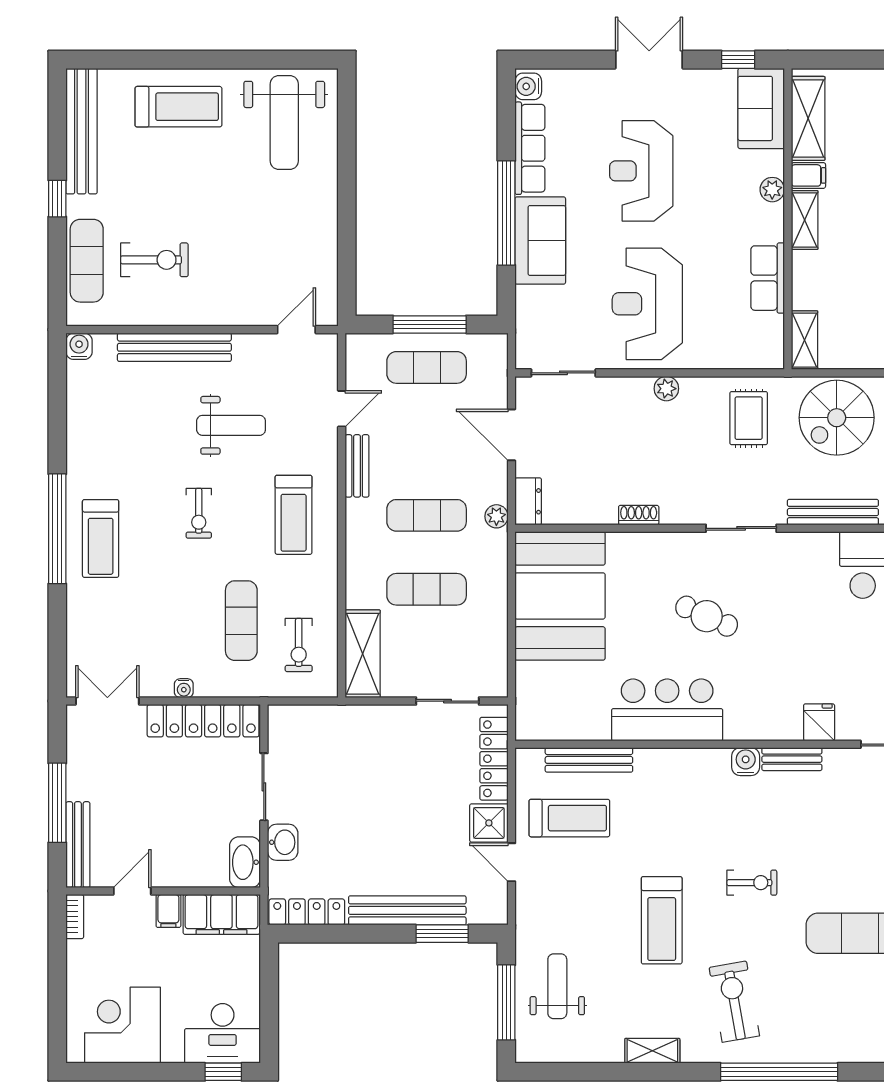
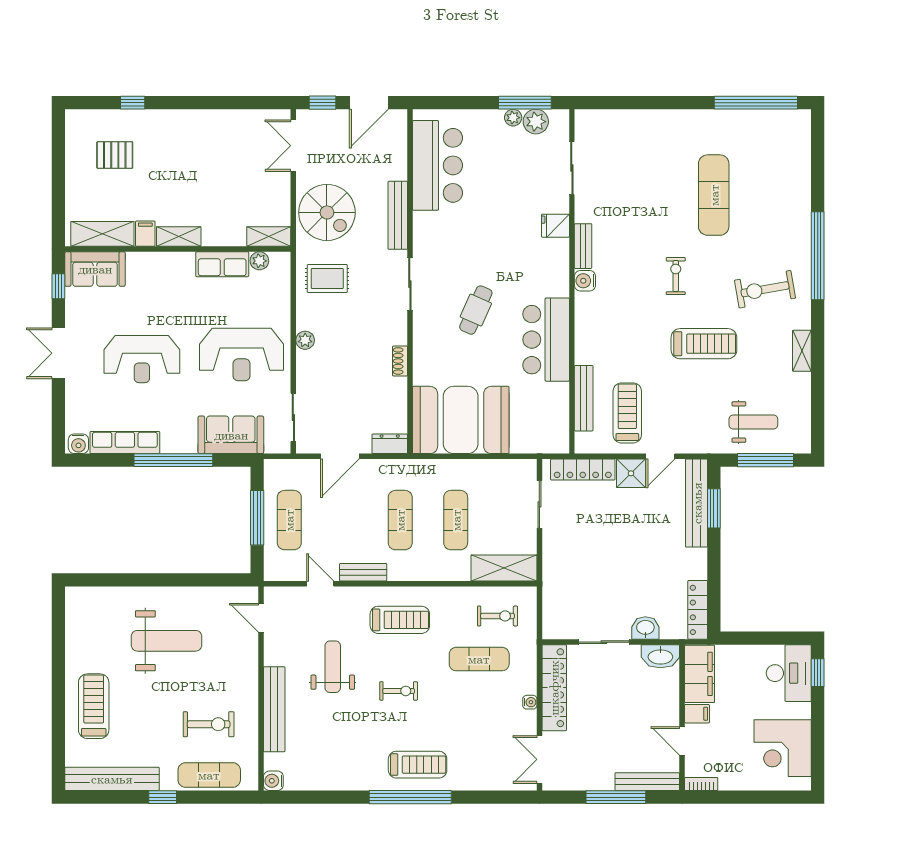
weight bench: (284, 123) -> (166, 641), moved
plant: (772, 190) -> (259, 261), moved
sofa: (540, 240) -> (231, 435), moved
exercise bike: (154, 260) -> (209, 724), turned 90
plant: (496, 516) -> (401, 468), removed
bench: (407, 910) -> (697, 503), moved
weight bench: (557, 986) -> (753, 422), turned 180

